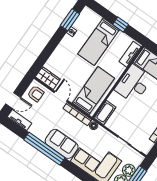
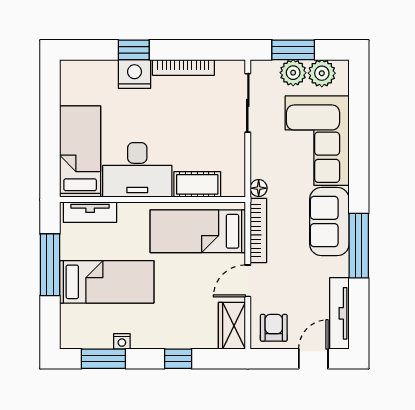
window: (121, 25) -> (50, 265), width x2.17
window: (50, 48) -> (178, 359), added
door: (13, 101) -> (313, 359), hinge flipped
cot: (105, 113) -> (197, 184), moved
tv unit: (19, 120) -> (339, 313), width x1.41
window: (44, 149) -> (359, 246), width x0.68

